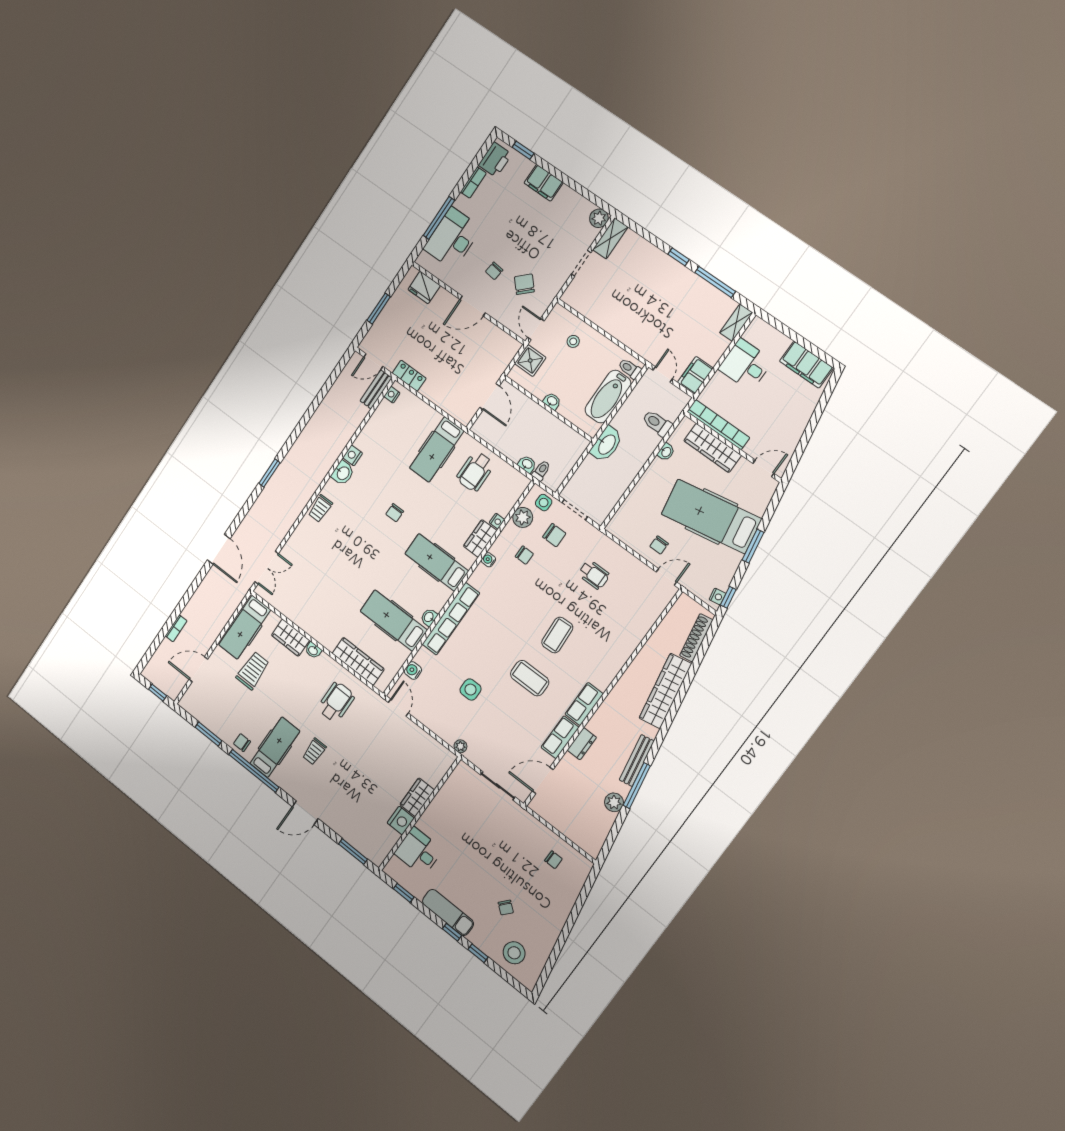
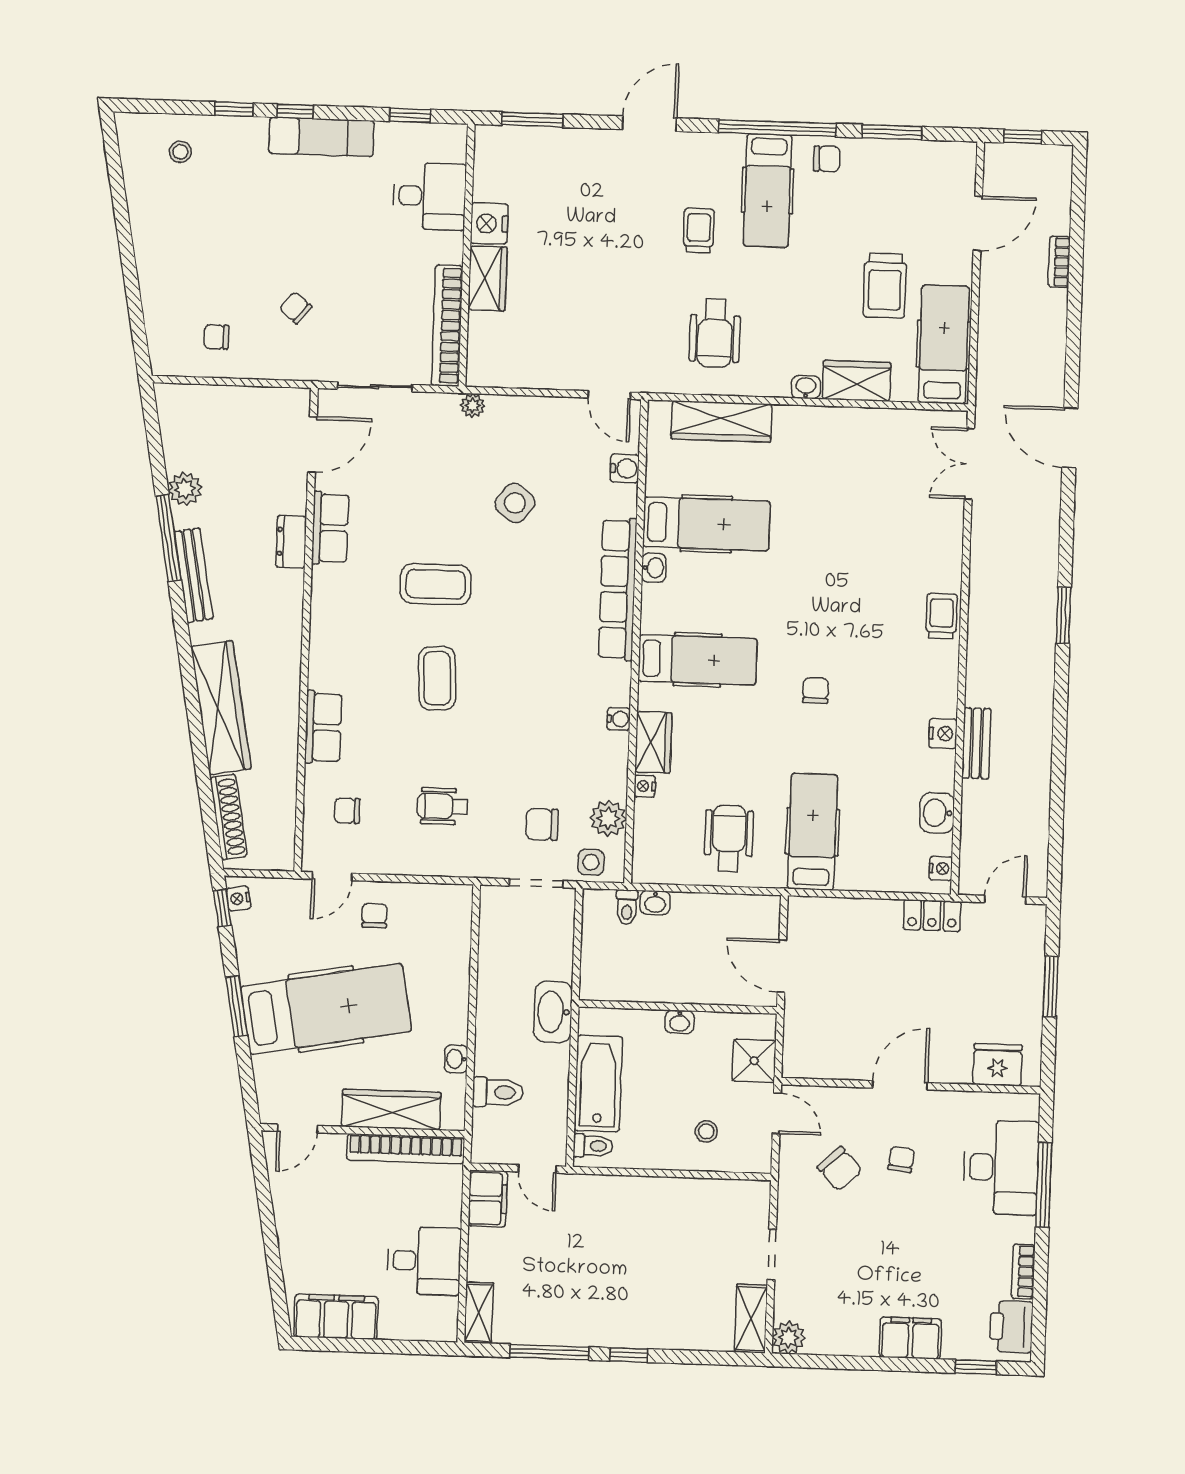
bench: (376, 389) -> (976, 743), moved
washbasin: (343, 473) -> (937, 813), moved
chair: (524, 555) -> (347, 811), moved
side table: (471, 690) -> (515, 503), turned 38
row of seats: (584, 704) -> (323, 727), moved
bookcase: (448, 790) -> (447, 326), added
chair: (506, 908) -> (296, 308), moved
stool: (514, 953) -> (180, 152), width x0.53, depth x0.53

